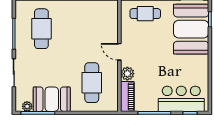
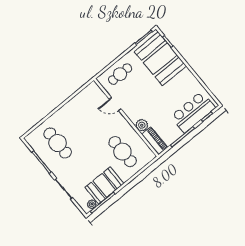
door: (119, 52) -> (115, 104), moved

